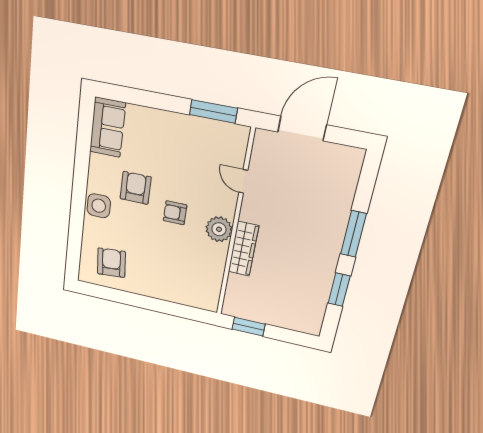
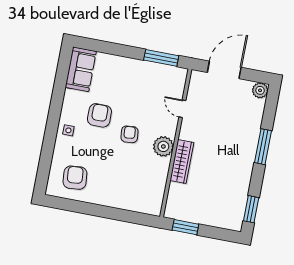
plant: (353, 158) -> (260, 90), added
side table: (99, 206) -> (68, 130), width x0.54, depth x0.54
armchair: (175, 213) -> (130, 134), turned 85
window: (339, 290) -> (251, 209), moved

